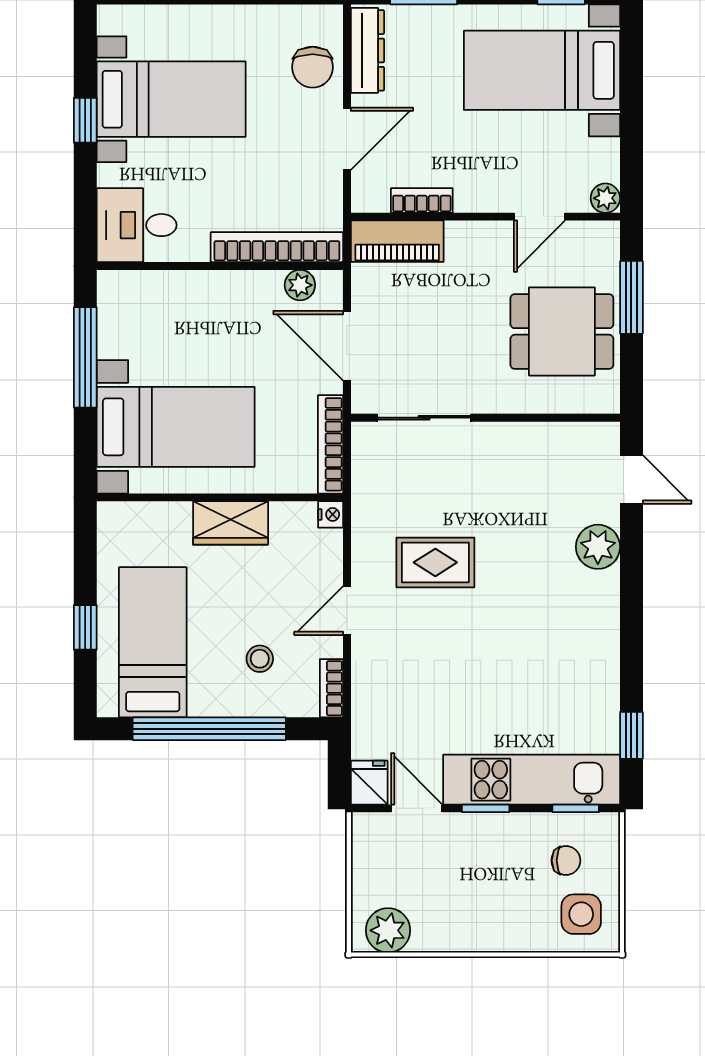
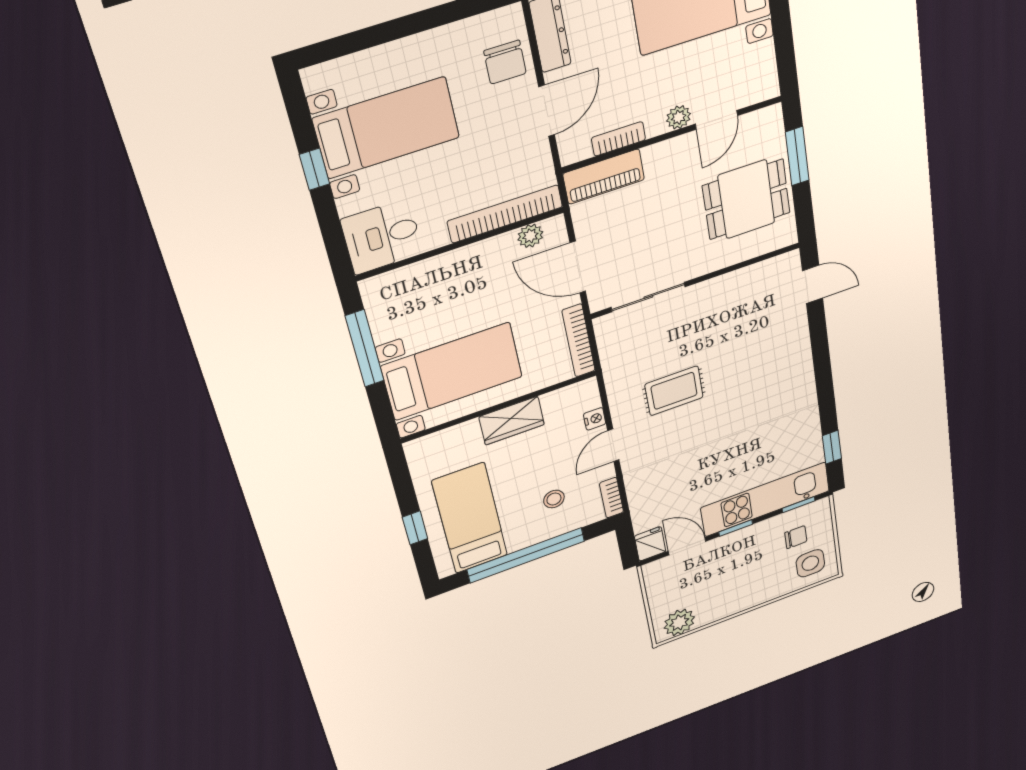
plant: (605, 198) -> (679, 117), moved
nightstand: (331, 514) -> (595, 419), moved
plant: (598, 547) -> (793, 338), removed

